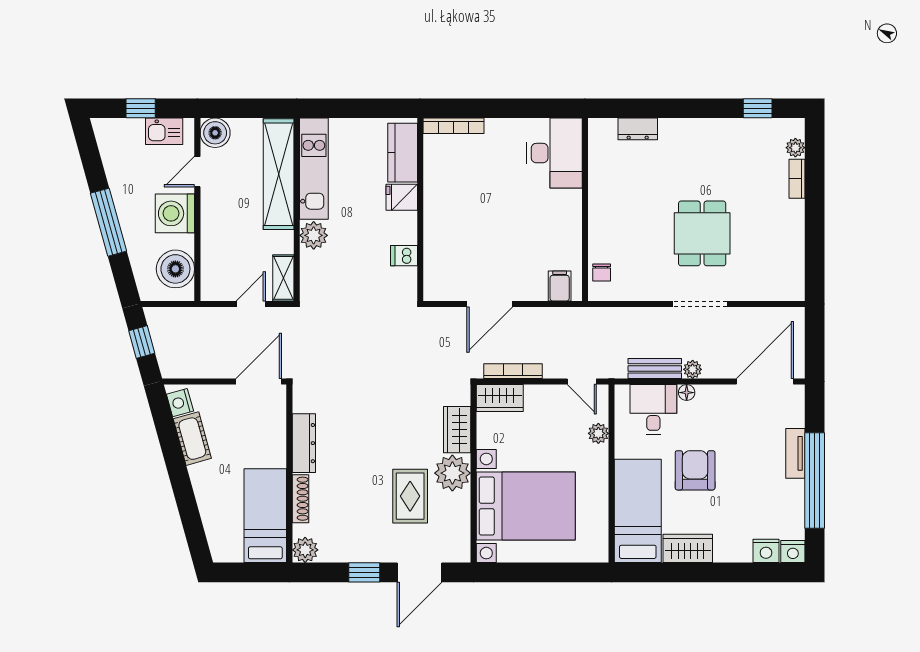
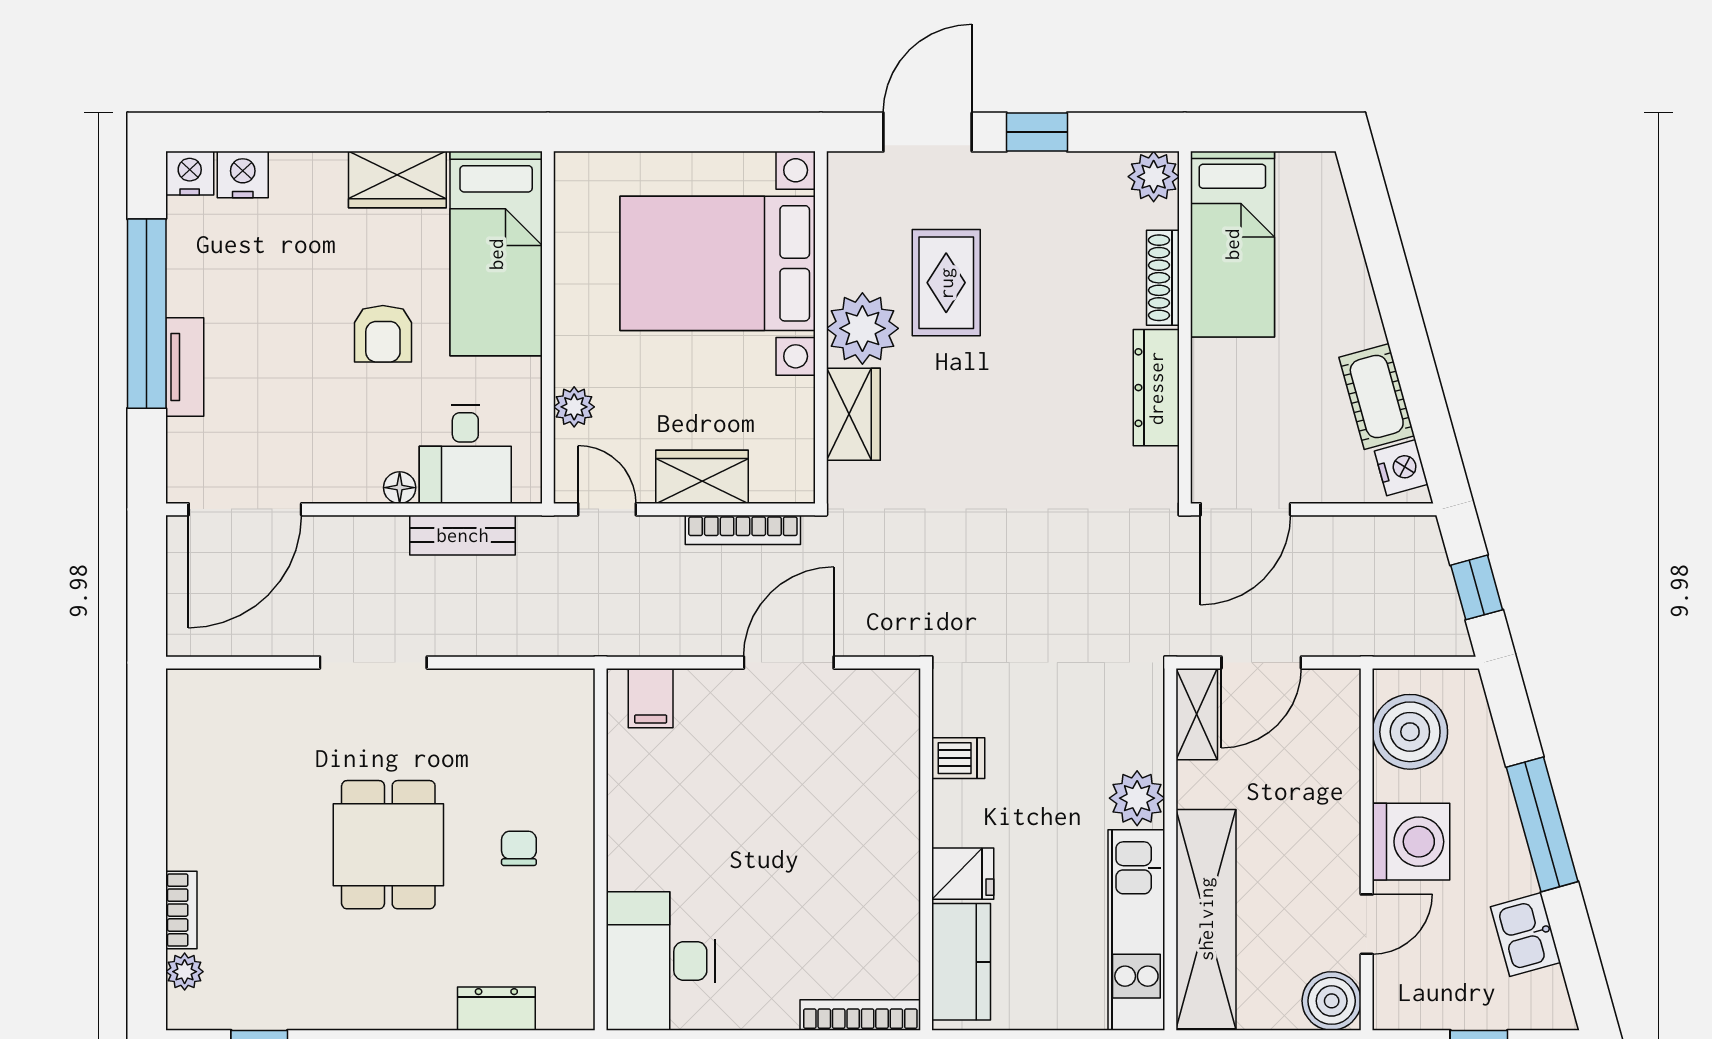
kitchen sink: (164, 131) -> (1525, 935), moved, turned -105
dining table: (702, 233) -> (388, 845), moved
chair: (602, 272) -> (519, 848), moved
door: (251, 304) -> (1261, 663), width x1.37
plant: (693, 369) -> (388, 533), removed
wardrobe: (500, 398) -> (702, 477), moved
armchair: (695, 470) -> (383, 334), width x0.72, depth x0.72

